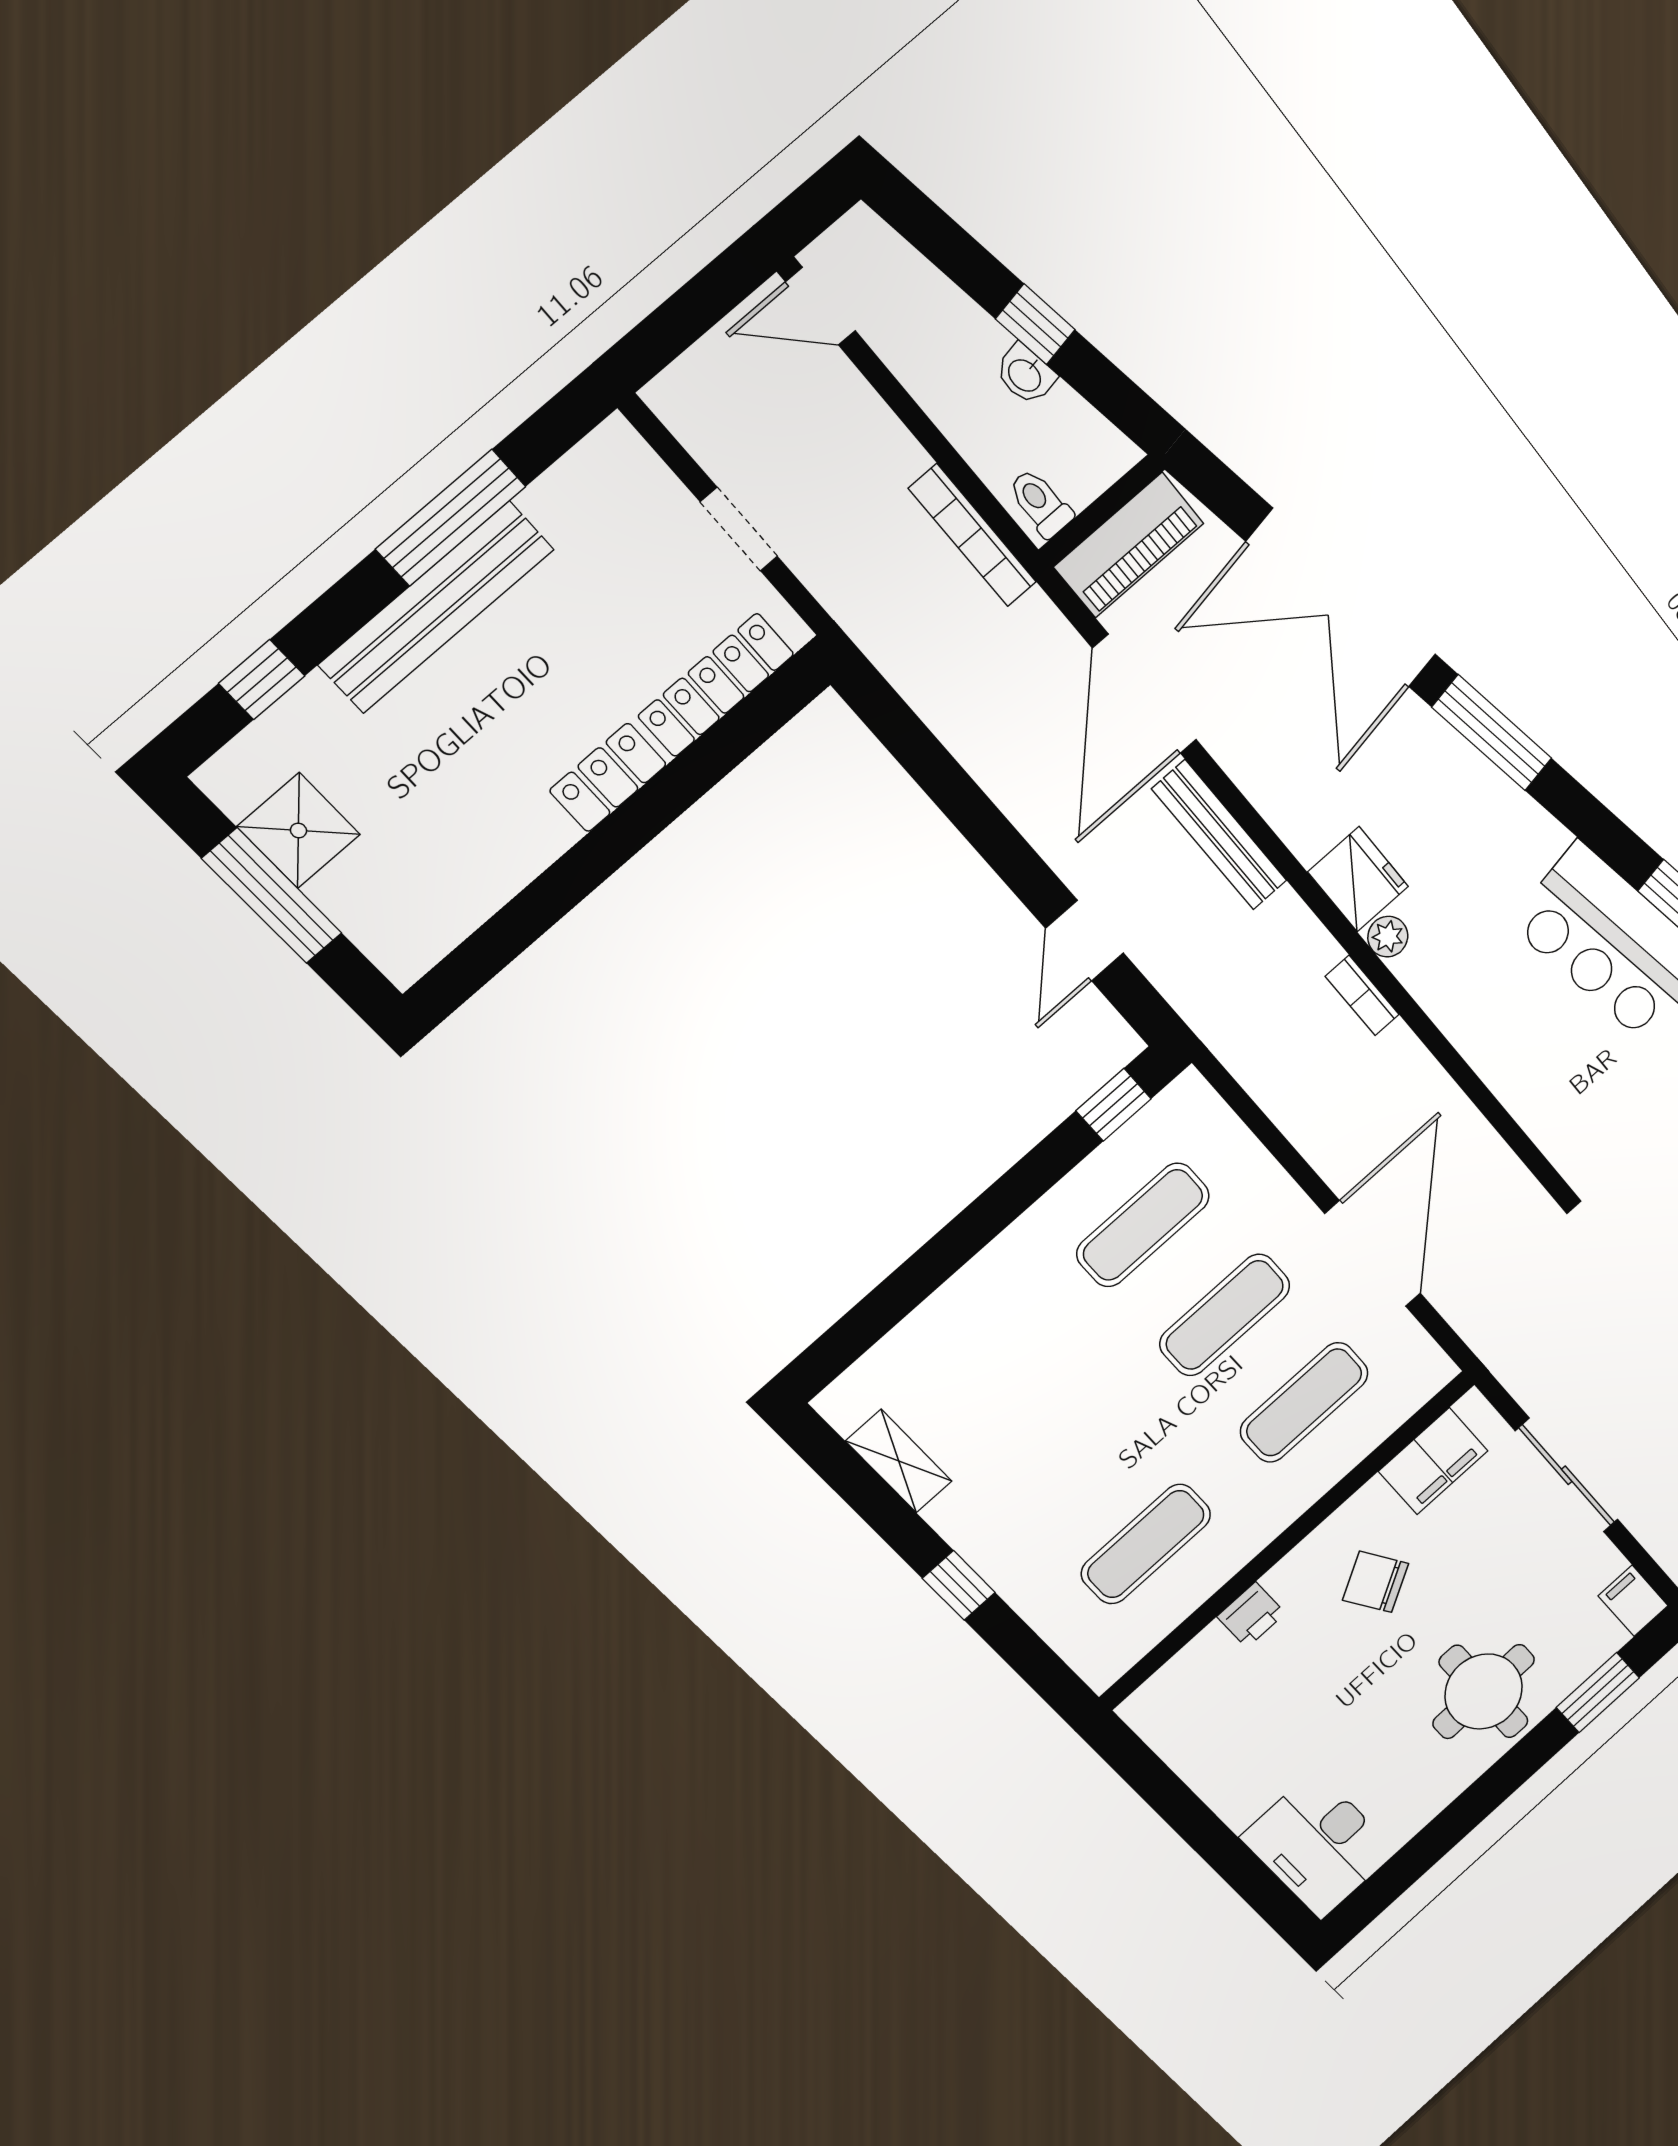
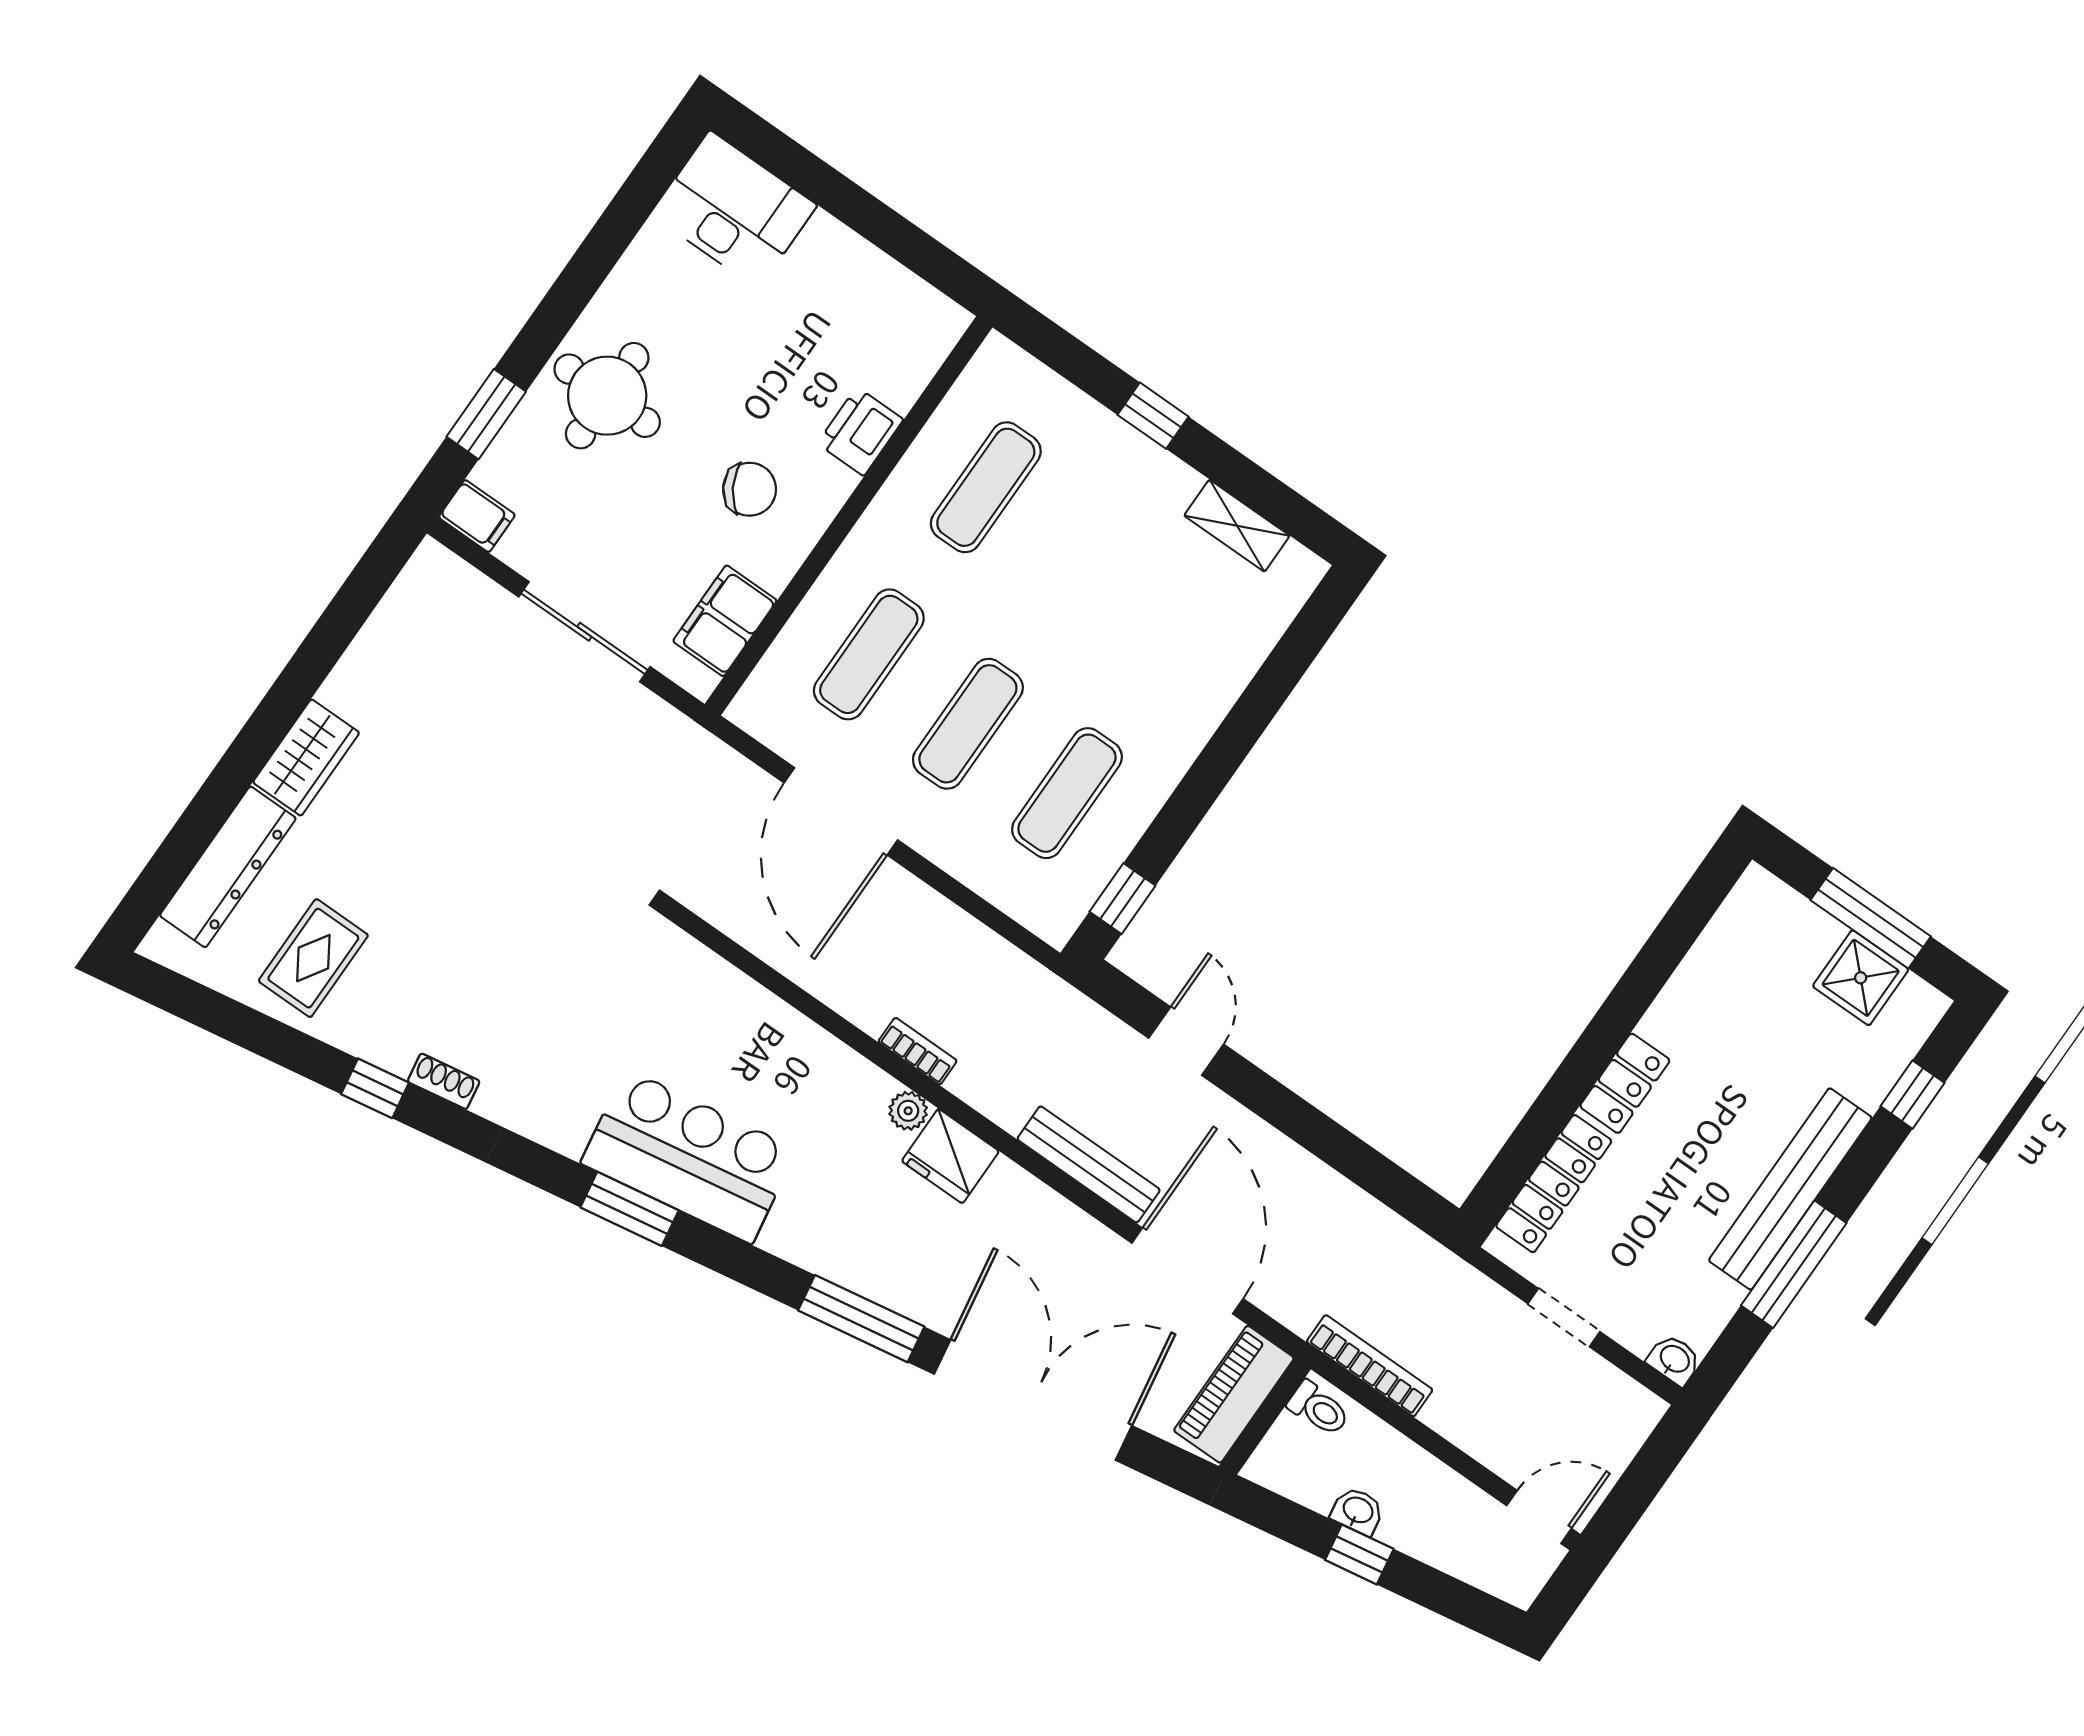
washbasin: (620, 445) -> (1674, 1360), added
printer: (1251, 1615) -> (860, 431), width x1.36, depth x1.24

